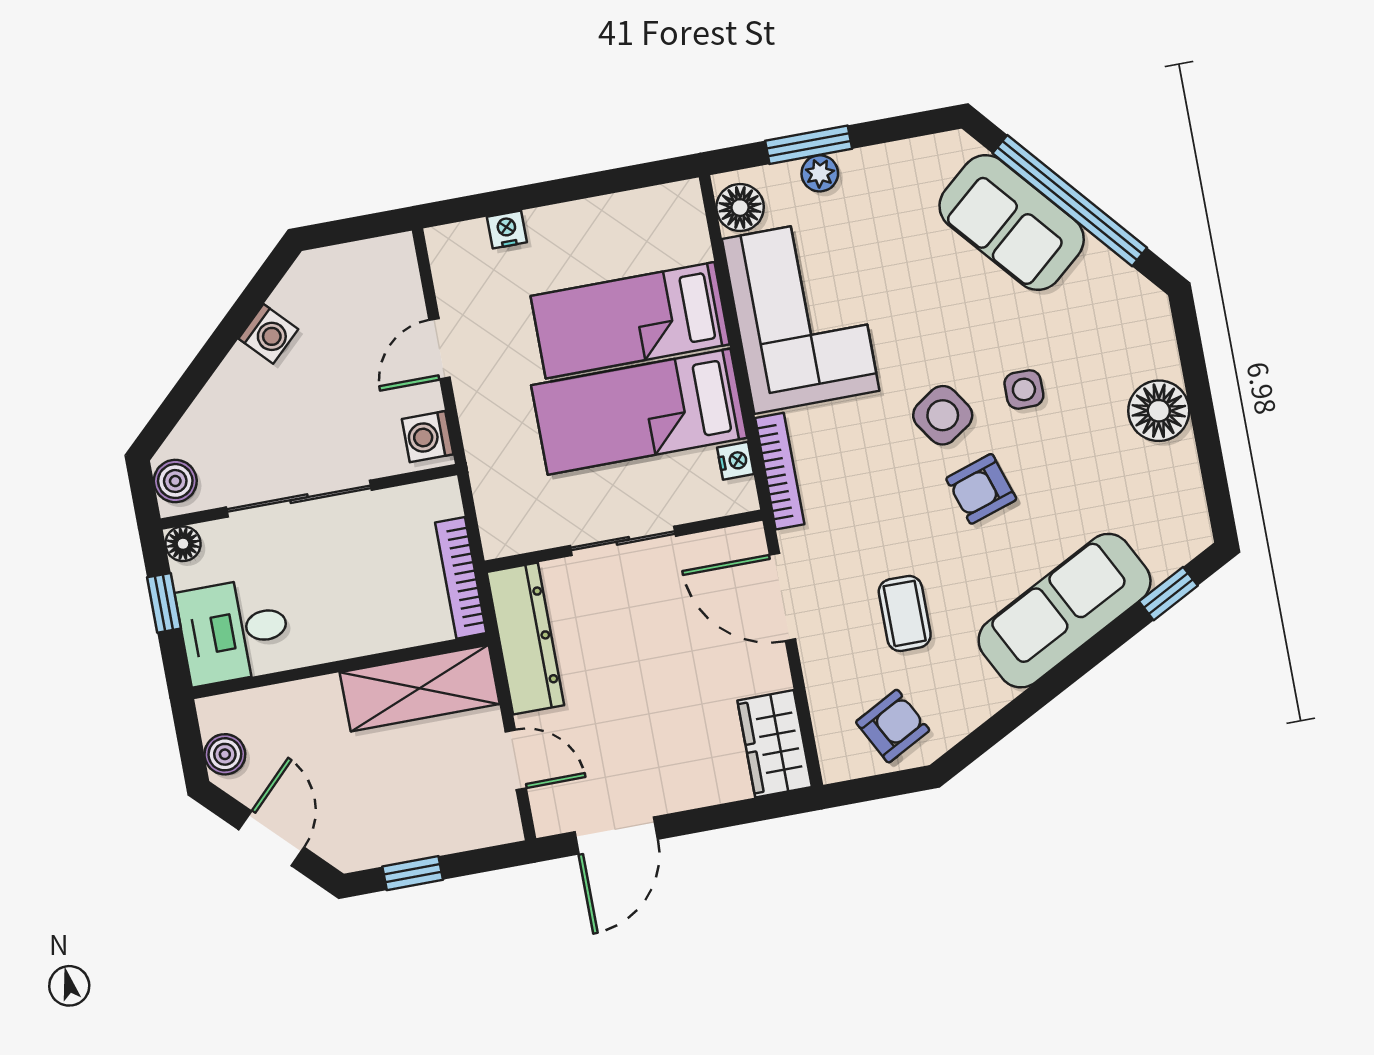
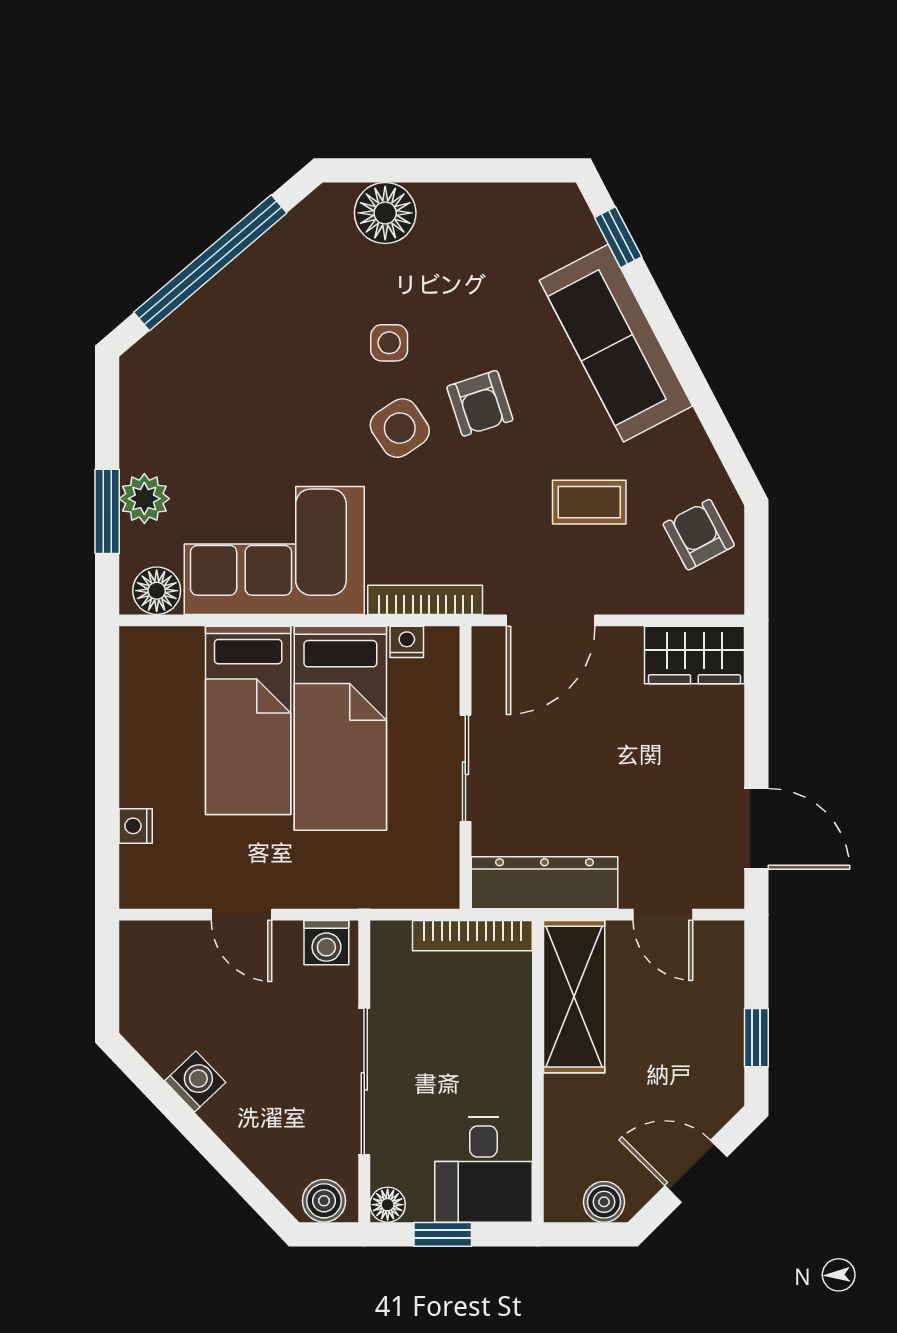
plant: (820, 173) -> (144, 499), width x1.38, depth x1.38
sofa: (1012, 223) -> (221, 324), removed
floor lamp: (1159, 411) -> (385, 213), moved
door: (516, 760) -> (663, 915), swing flipped

